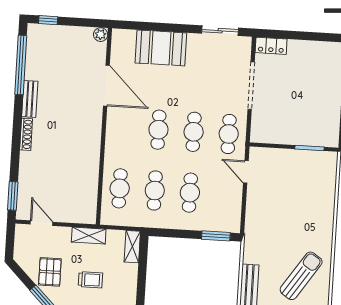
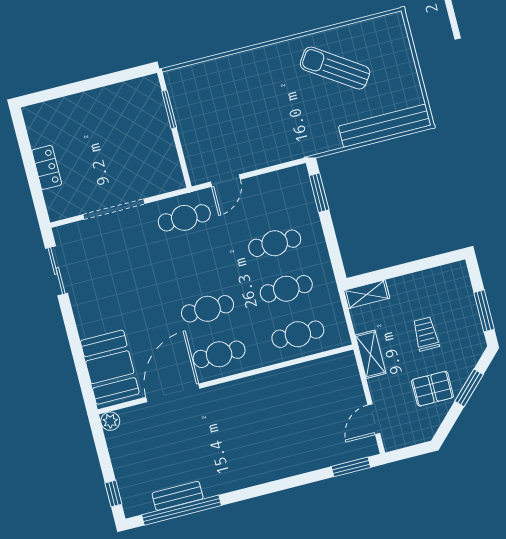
locker: (271, 46) -> (47, 167), moved
booth: (161, 48) -> (110, 367), moved
bench: (30, 99) -> (178, 496), moved
cafe table: (194, 132) -> (219, 354), moved
shoe rack: (26, 134) -> (267, 475), removed

